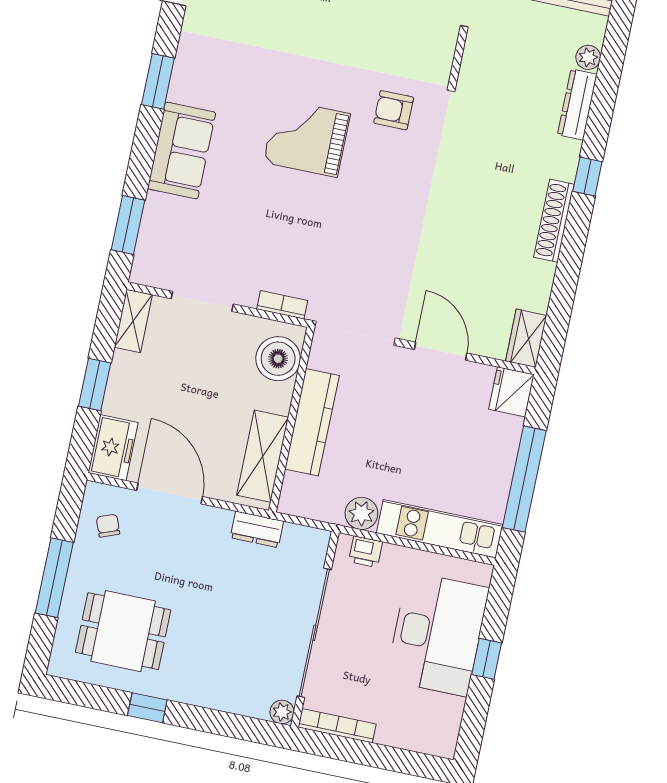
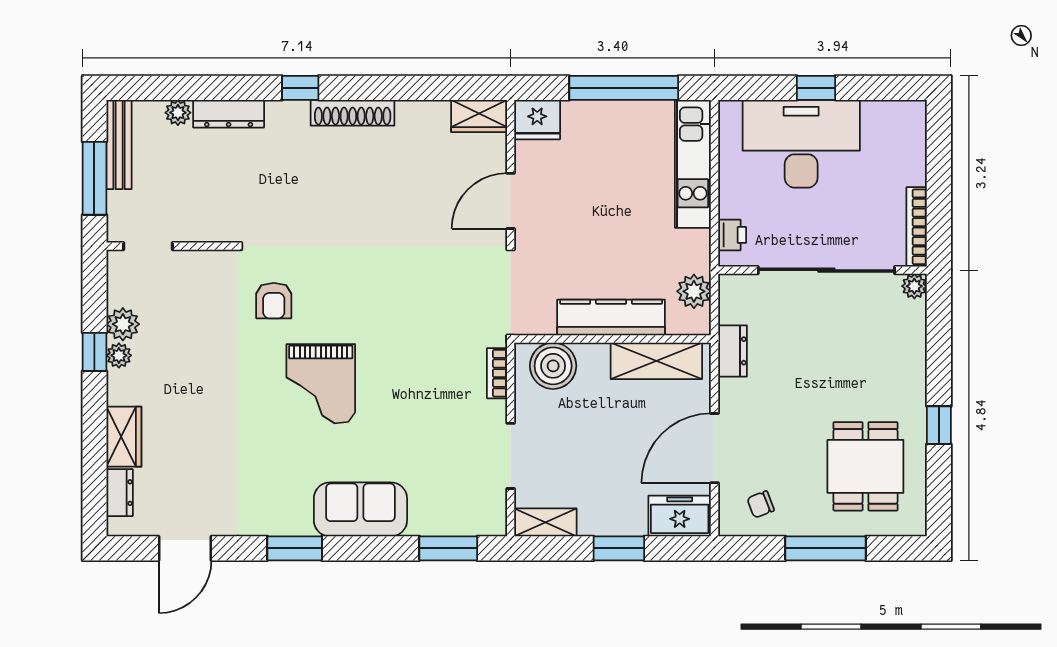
plant: (361, 513) -> (694, 291), moved

